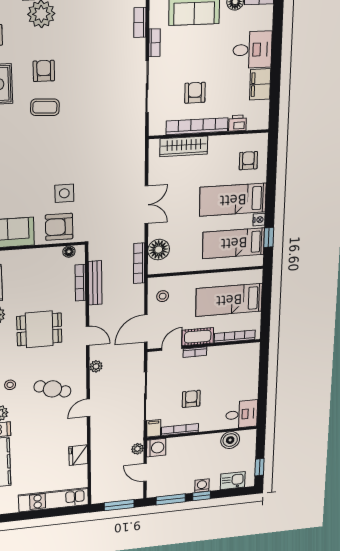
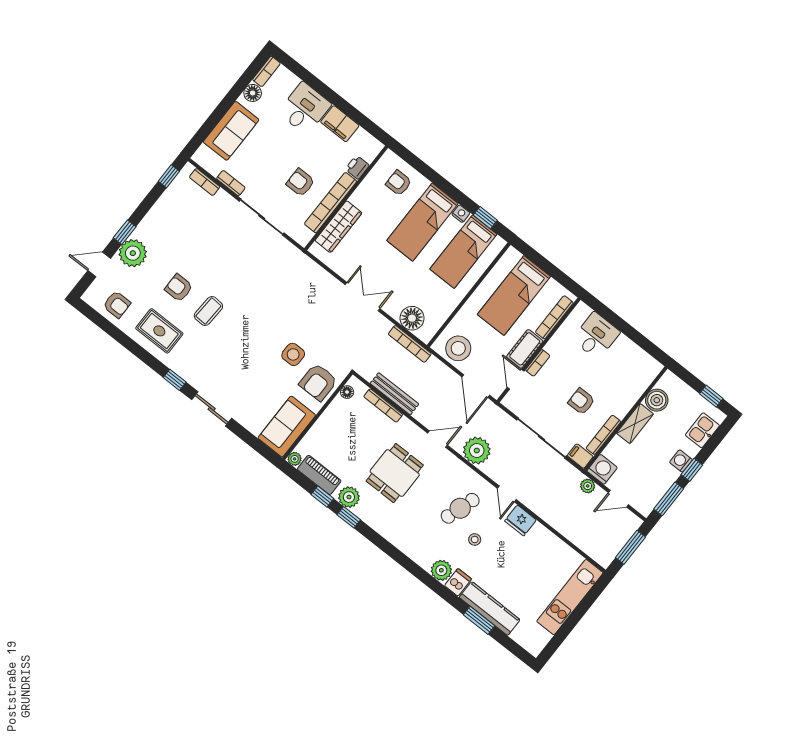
stool: (163, 296) -> (458, 348), width x1.89, depth x1.89
plant: (96, 366) -> (477, 451), width x1.88, depth x1.88
stool: (10, 385) -> (475, 539), moved
desk: (242, 414) -> (596, 336), moved
shelving: (204, 441) -> (635, 424), added
fridge: (78, 455) -> (520, 520), moved

